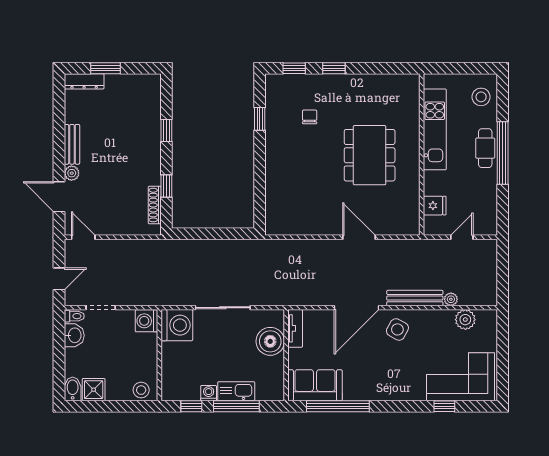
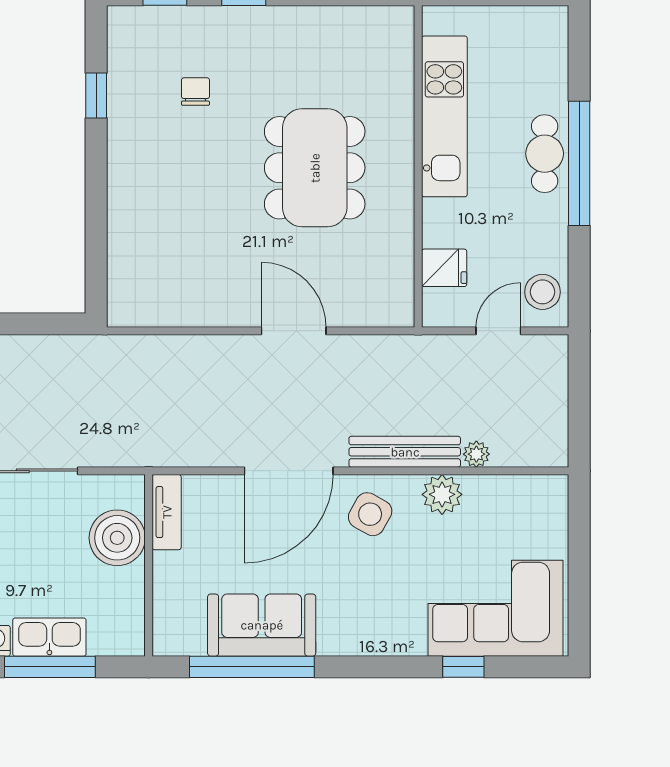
stool: (481, 97) -> (543, 292), moved
plant: (465, 320) -> (442, 494), moved
sofa: (315, 385) -> (262, 625), moved

